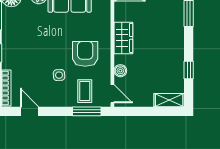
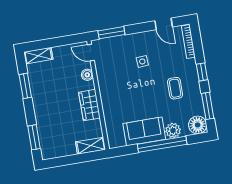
armchair: (85, 54) -> (122, 85), removed
window: (189, 70) -> (25, 86), width x1.50
coffee table: (85, 91) -> (175, 88), moved

